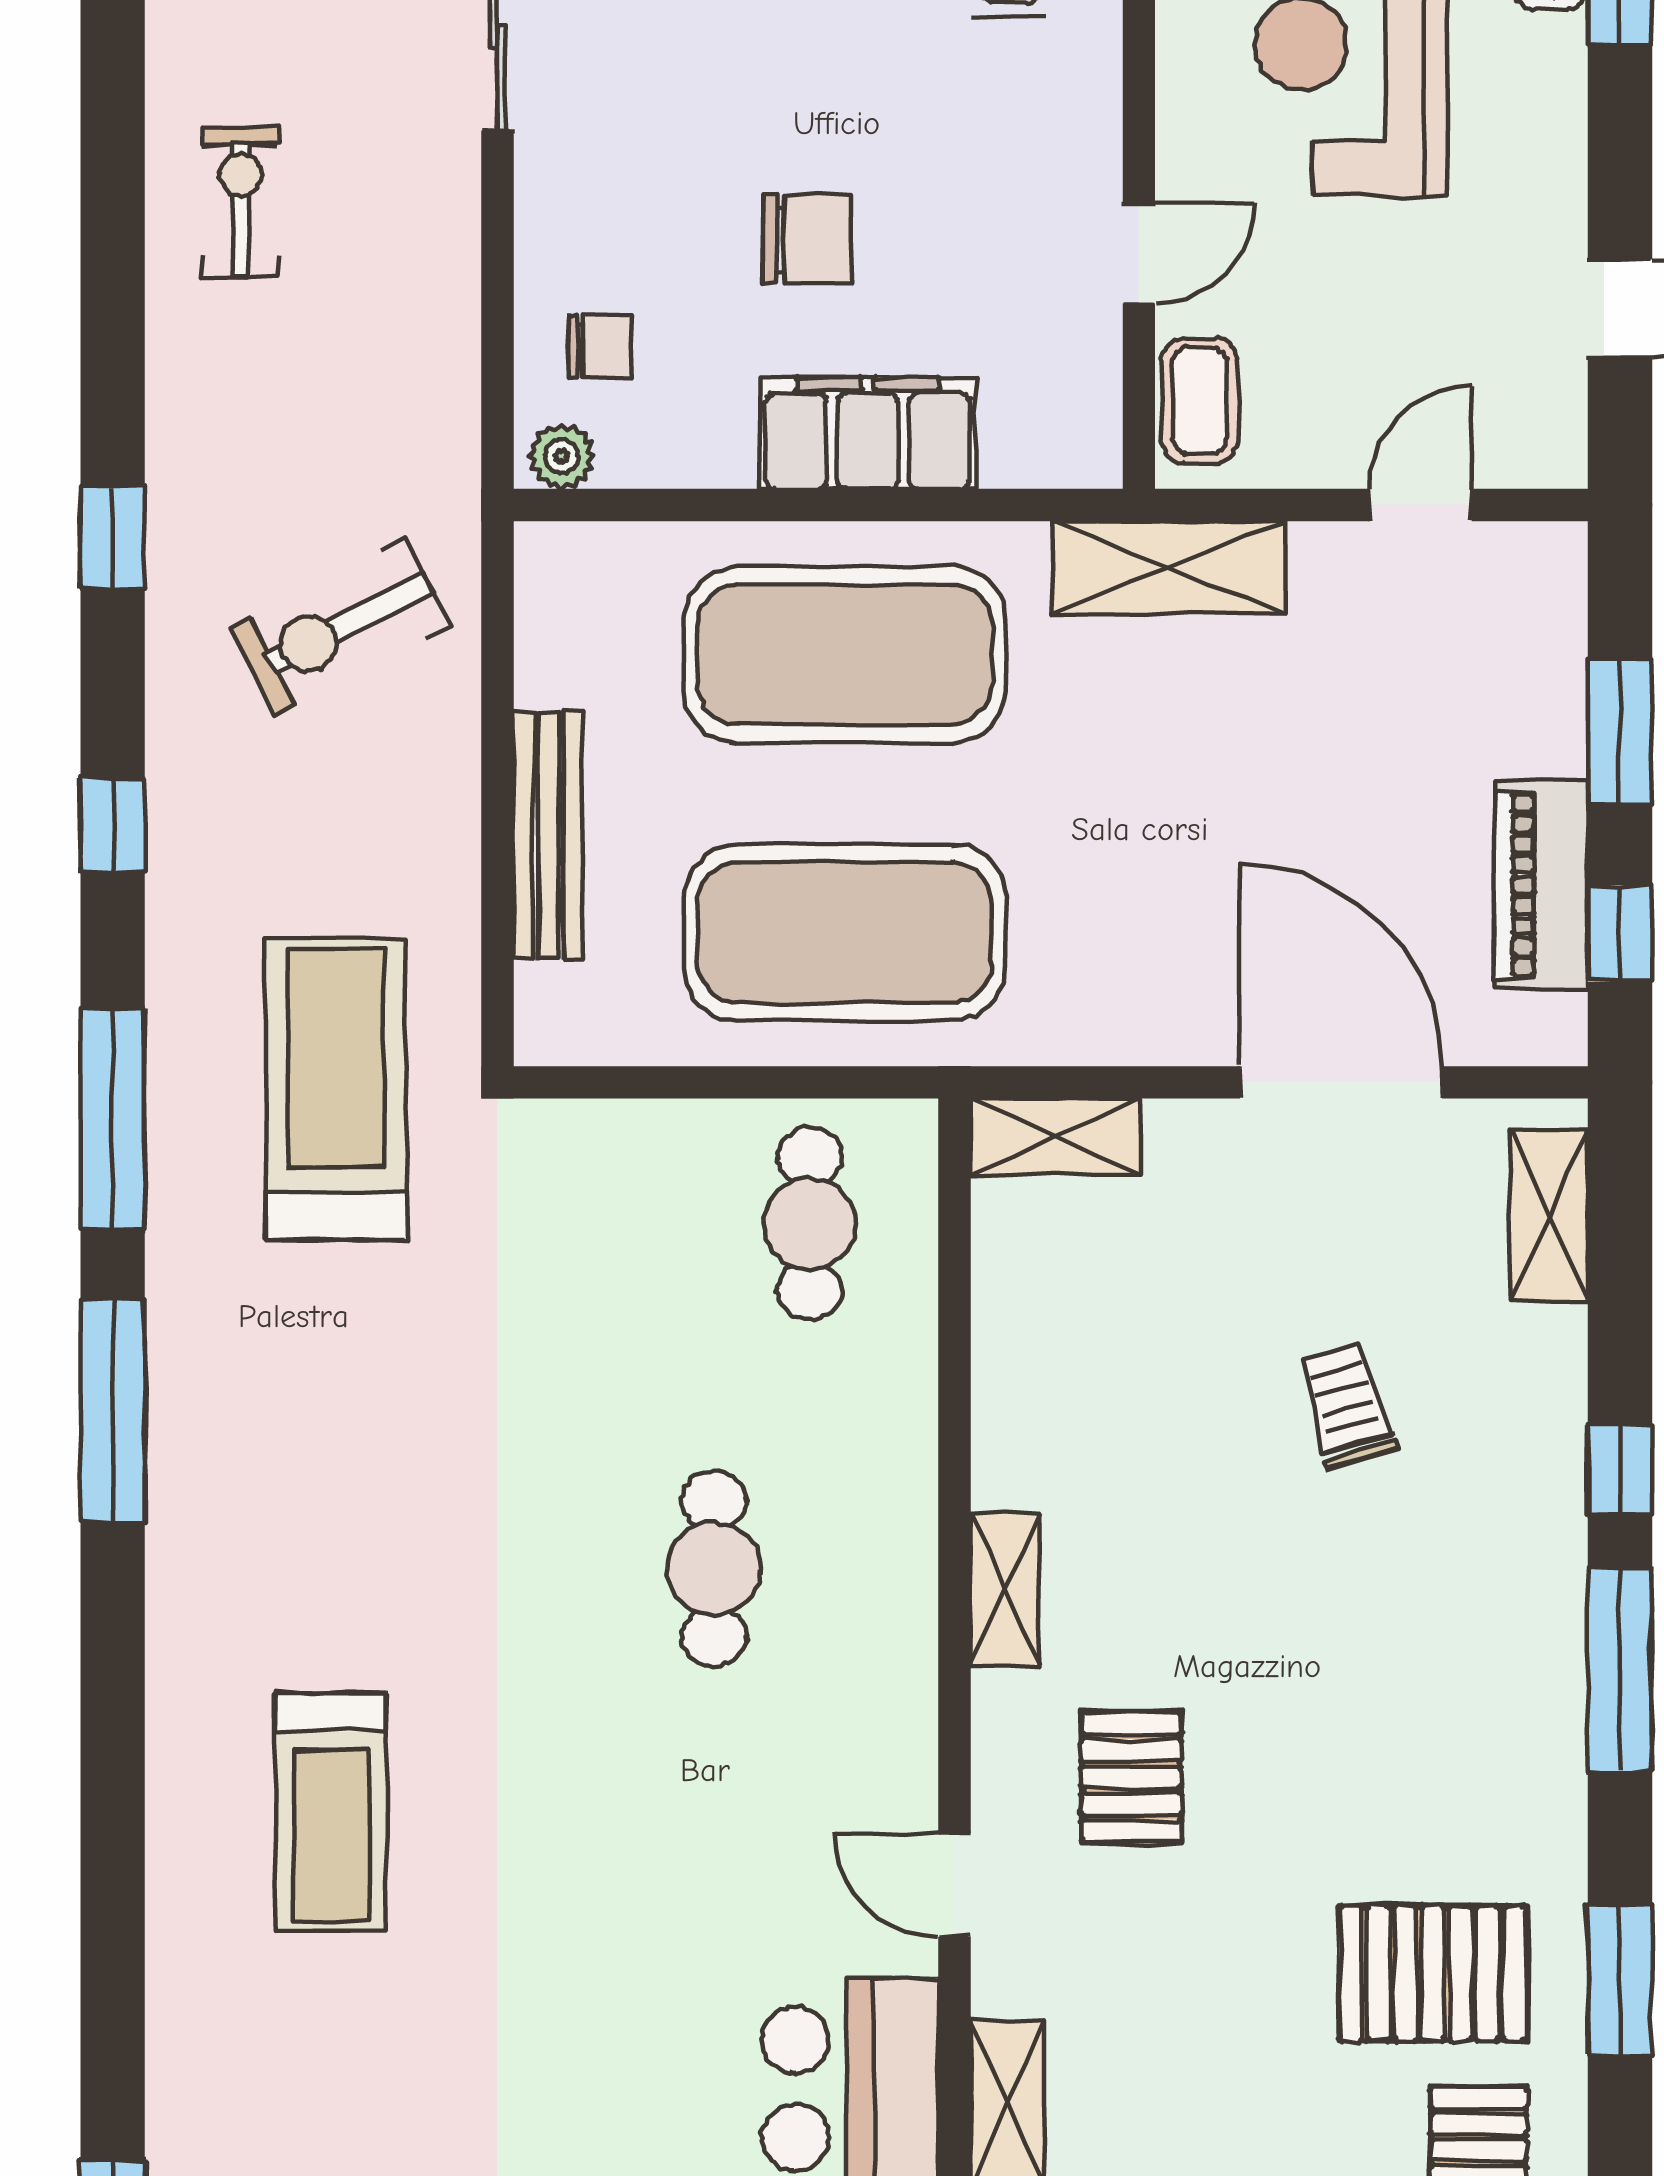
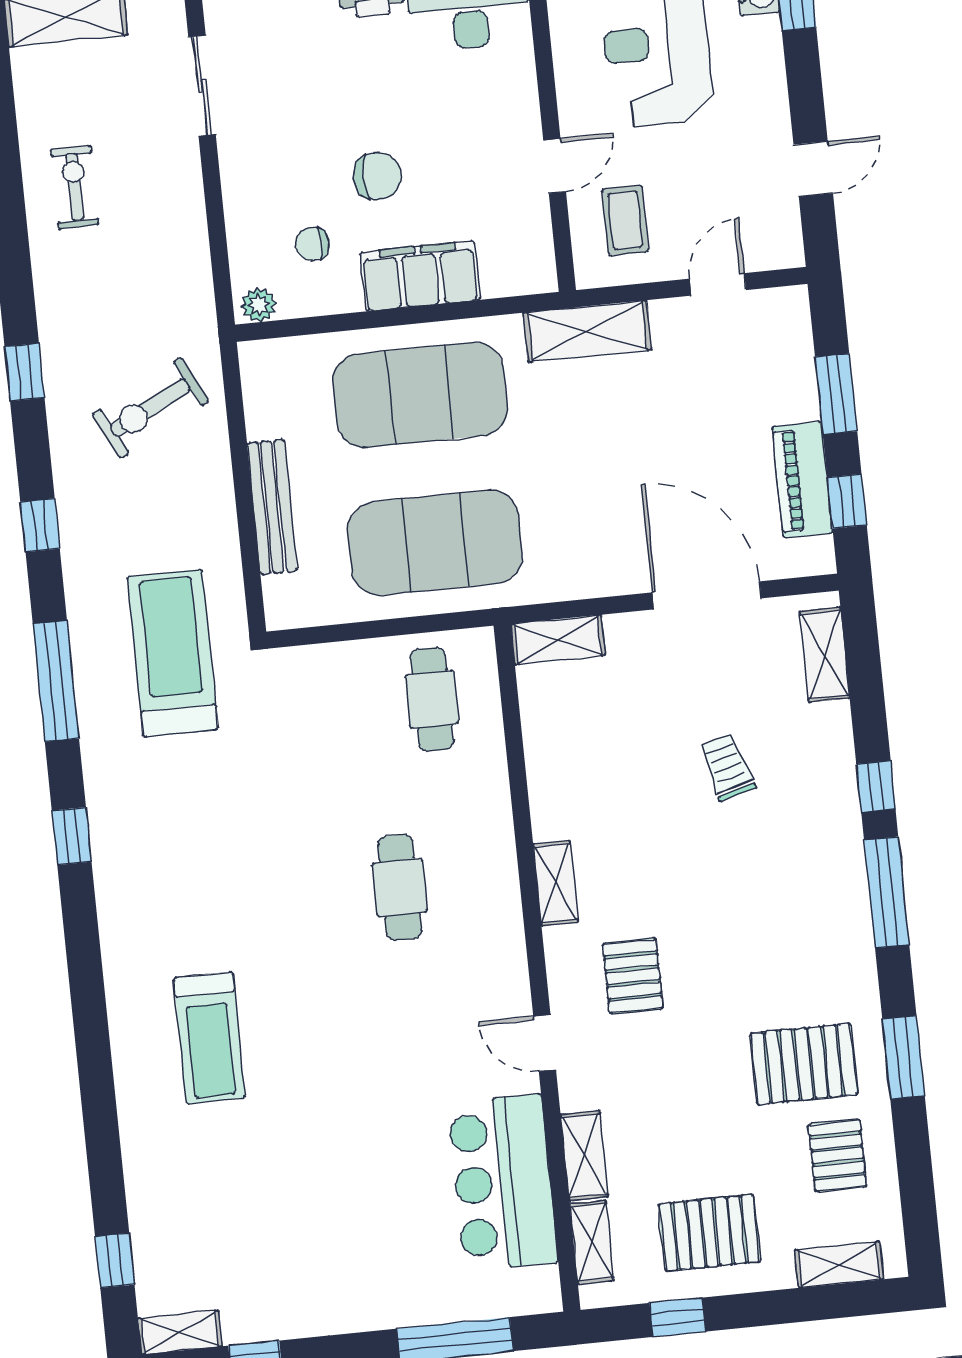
chair: (600, 346) -> (312, 244), moved, turned 180
coffee table: (1200, 401) -> (625, 220), moved
window: (113, 1411) -> (72, 836), width x0.46

